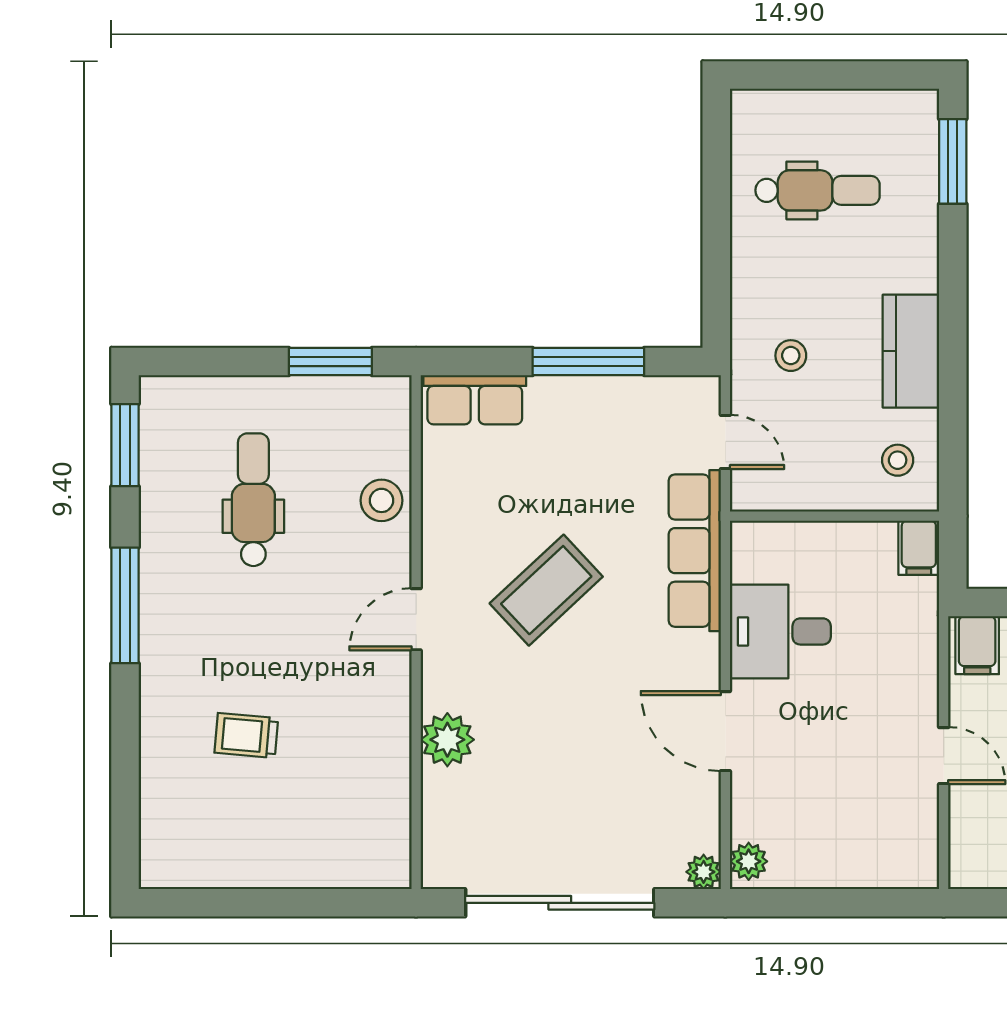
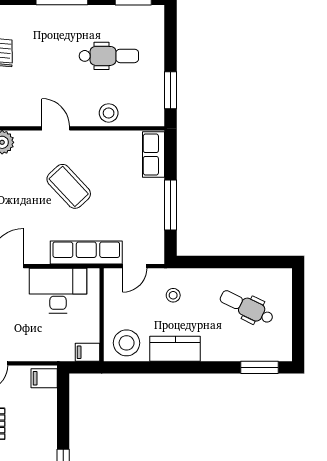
dental chair: (817, 190) -> (247, 307), turned 116
stool: (898, 460) -> (127, 343), width x1.89, depth x1.89
desk: (780, 631) -> (58, 291), width x1.37

